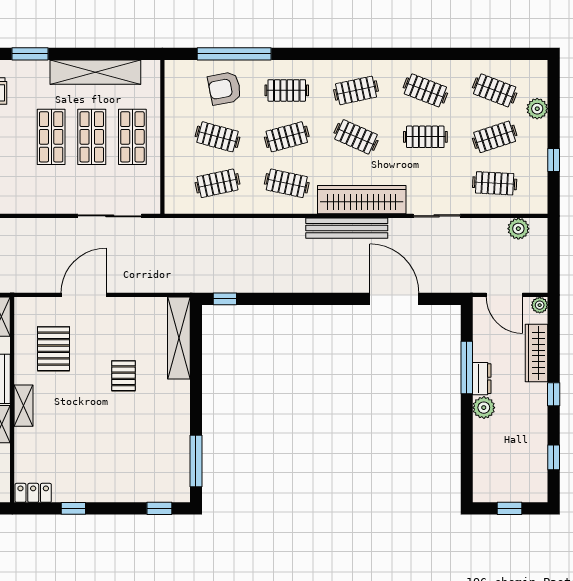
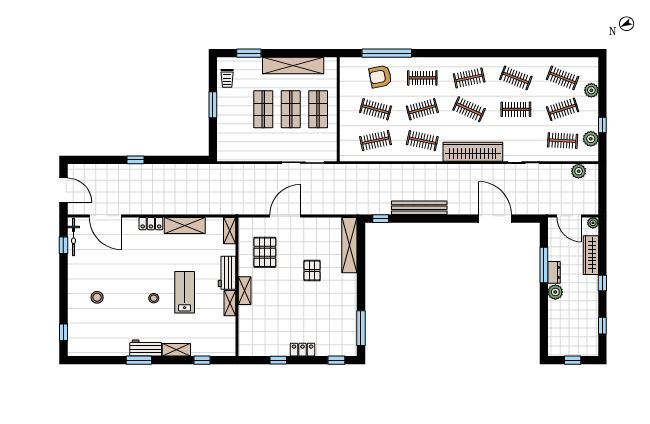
plant: (536, 181) -> (591, 139), added
bench: (347, 228) -> (419, 208), moved
locker: (33, 493) -> (303, 350), moved

